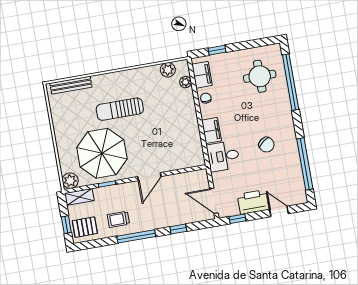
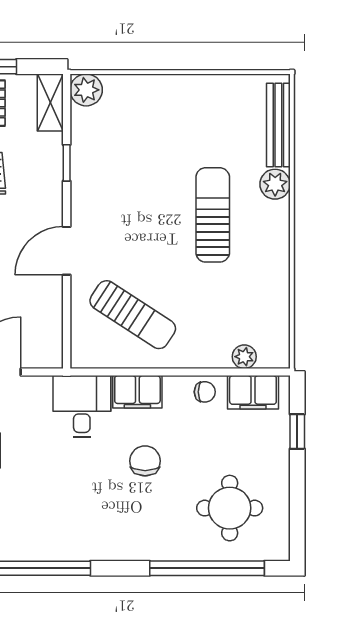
plant: (168, 70) -> (275, 184), moved
sun lounger: (175, 139) -> (133, 315), added
chair: (267, 145) -> (145, 461), moved, turned 128
parasol: (102, 153) -> (130, 163), removed
door: (149, 177) -> (67, 251), hinge flipped

